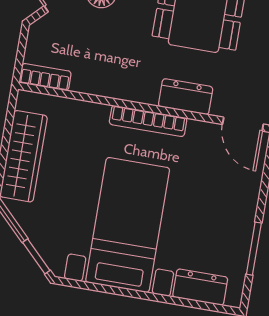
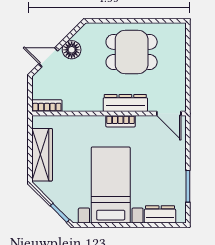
dresser: (186, 97) -> (125, 103), width x1.44
bookcase: (148, 121) -> (121, 121), width x0.64

